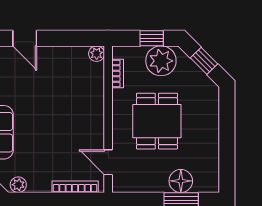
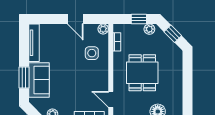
door: (25, 38) -> (75, 19), moved
plant: (161, 61) -> (149, 29), width x0.53, depth x0.53
side table: (79, 91) -> (92, 53), added

